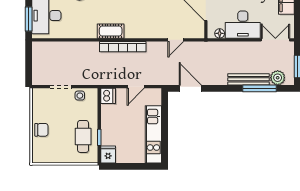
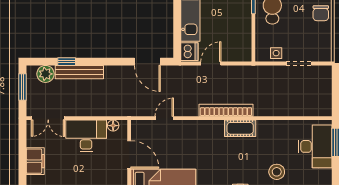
window: (259, 88) -> (67, 62), width x0.46
dishwasher: (108, 96) -> (189, 52), moved, turned 180
chair: (41, 130) -> (321, 13), turned -90

